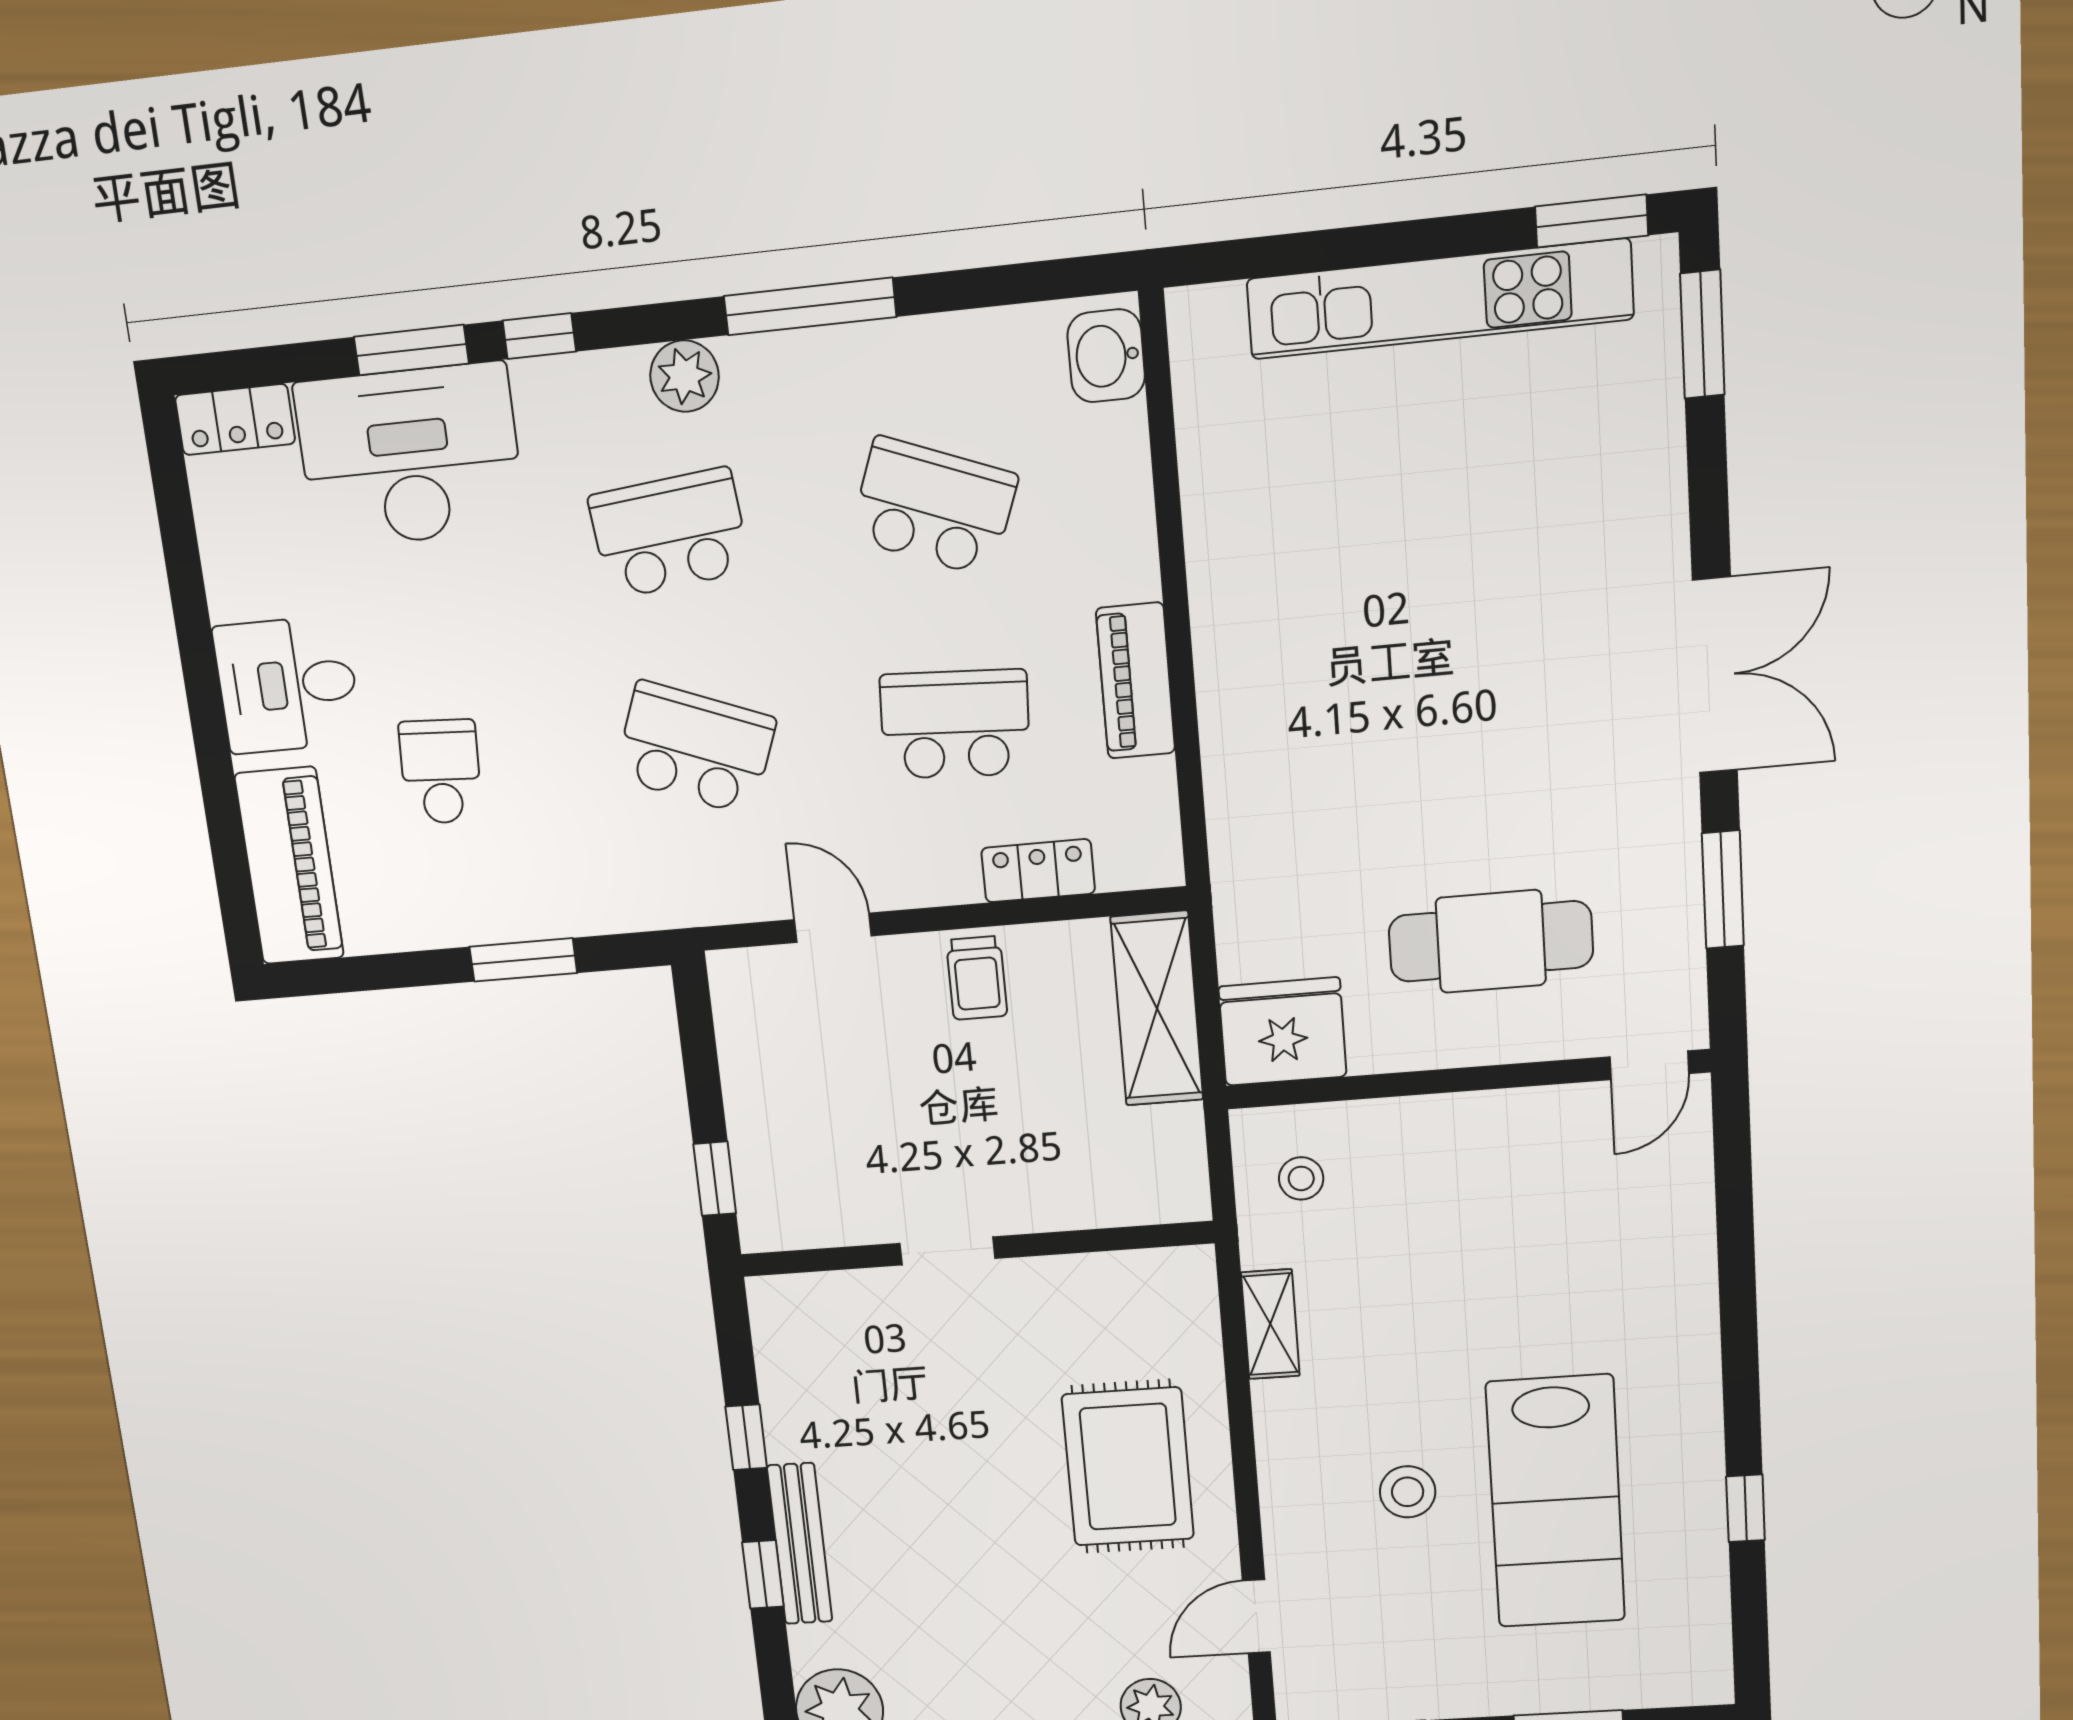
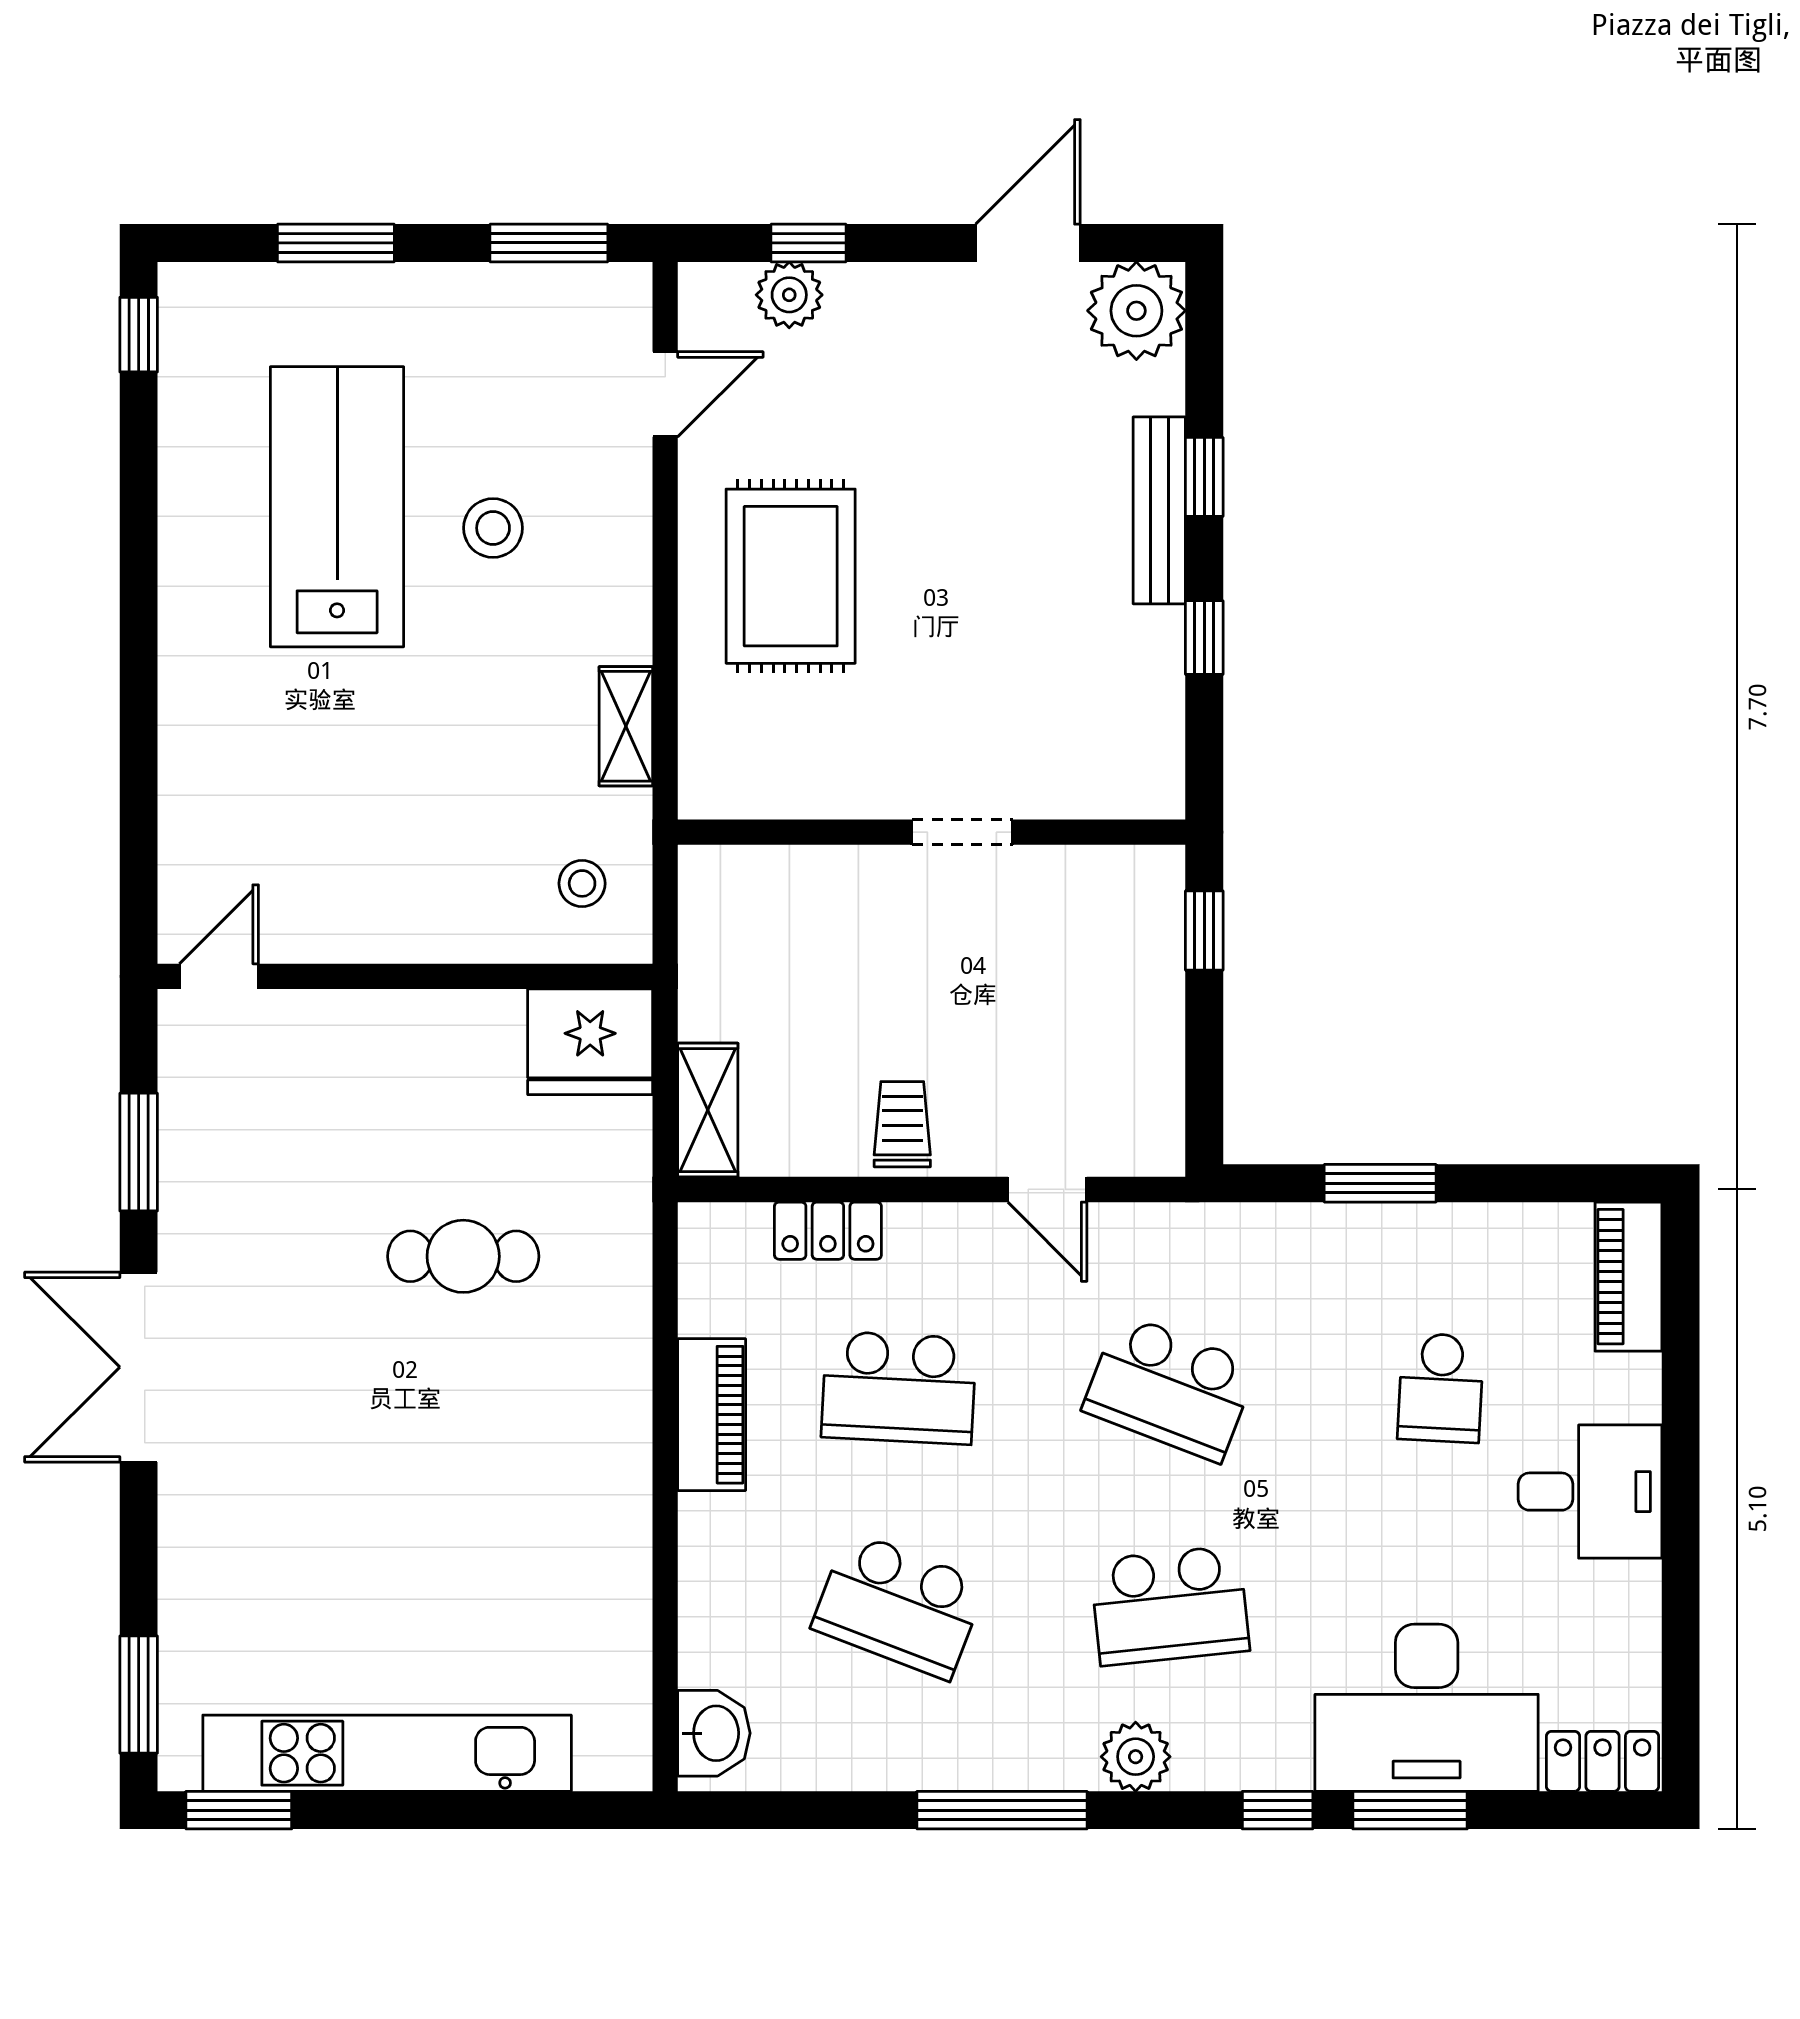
piano: (289, 866) -> (1628, 1277), width x0.73, depth x0.75
cafe table: (1491, 941) -> (463, 1256), moved, width x0.73, depth x0.74
shelving: (1157, 1009) -> (708, 1110), width x0.67, depth x0.75
window: (1746, 1508) -> (139, 335), moved

